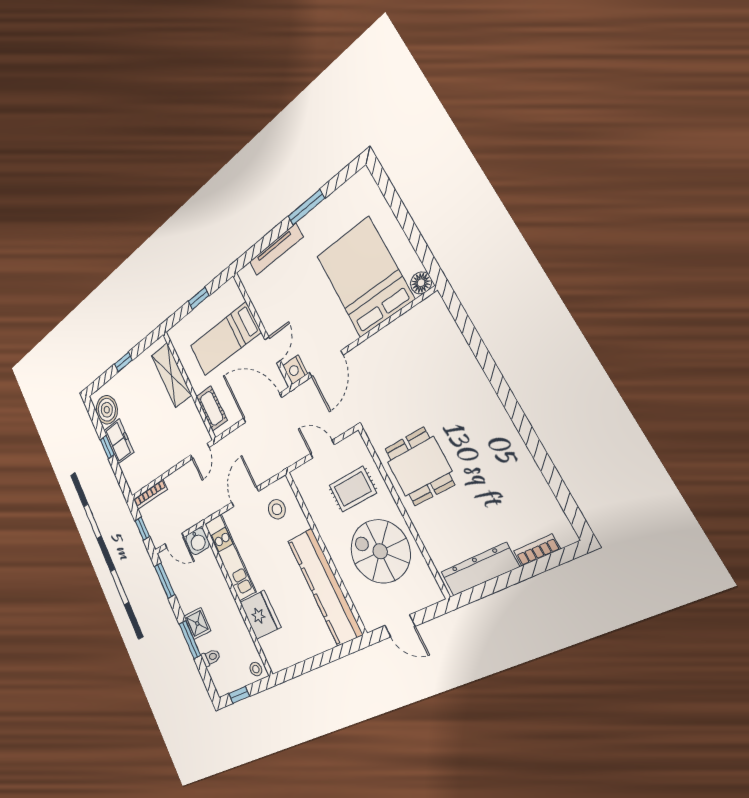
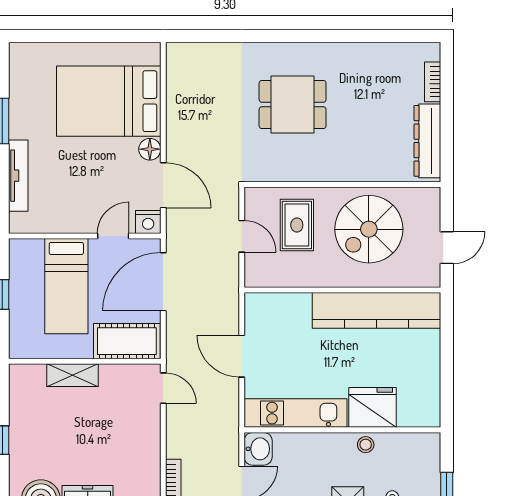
floor lamp: (421, 283) -> (150, 149), moved
door: (273, 350) -> (113, 236), hinge flipped
shelving: (171, 375) -> (73, 375), width x0.67, depth x0.75
cot: (212, 408) -> (127, 341), width x1.37, depth x1.34
door: (322, 449) -> (242, 236), swing flipped
dining table: (419, 467) -> (293, 105), moved
stool: (277, 509) -> (274, 323), removed
stool: (256, 669) -> (366, 445), moved

